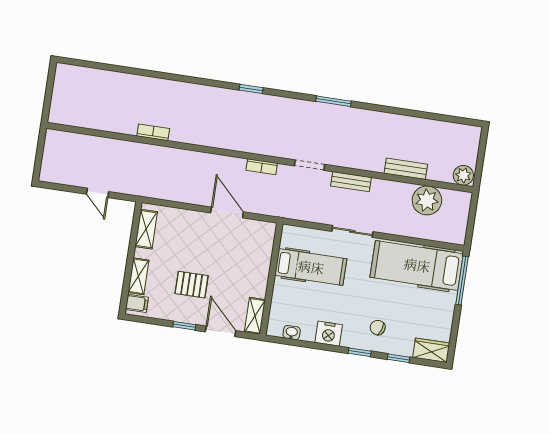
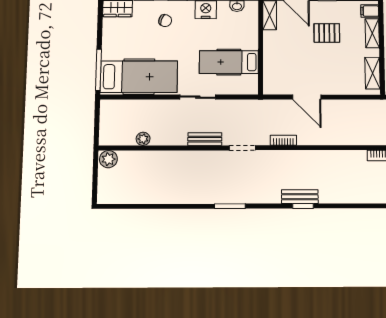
bench: (406, 169) -> (300, 197), moved
plant: (427, 200) -> (143, 139), width x0.53, depth x0.53

